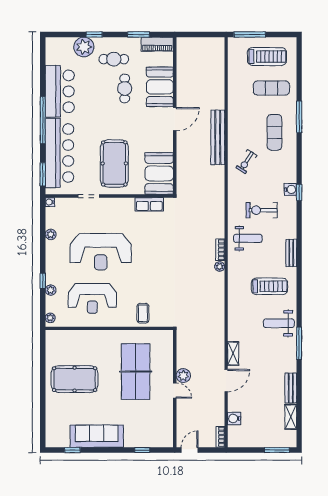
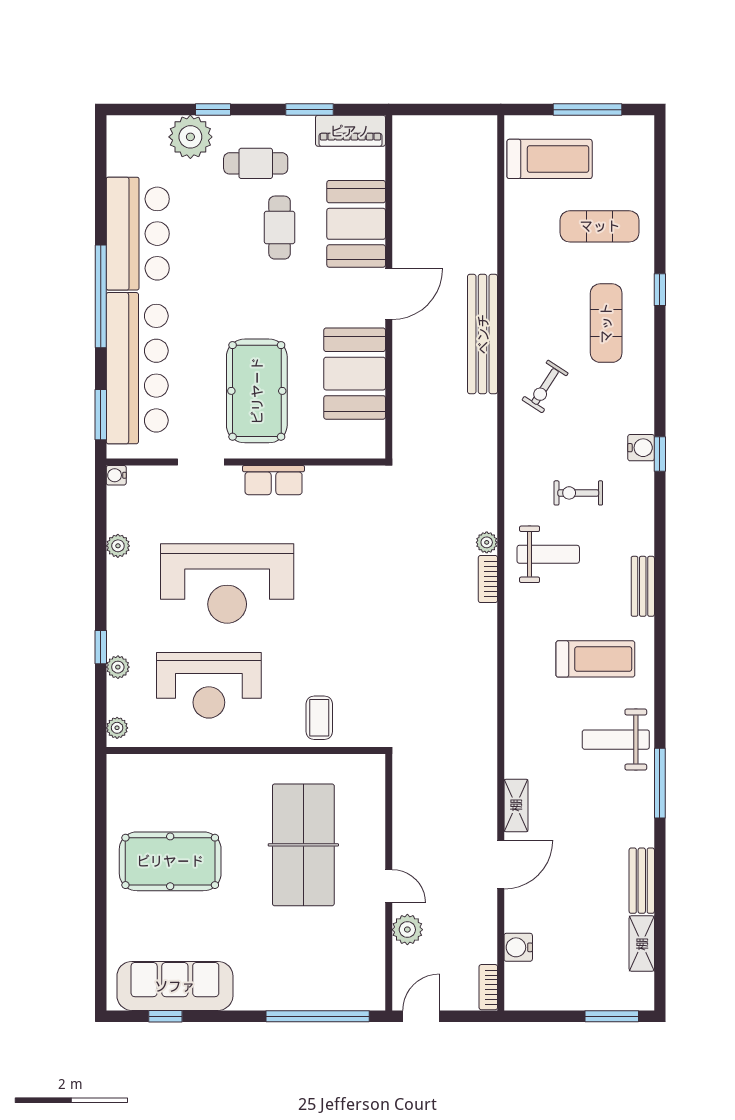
window: (250, 34) -> (587, 110), moved
treadmill: (267, 57) -> (550, 159), moved
window: (299, 117) -> (660, 290), width x0.46
booth: (159, 174) -> (355, 374), moved
row of seats: (149, 204) -> (274, 480), moved
exercise bike: (262, 210) -> (578, 493), width x0.73, depth x0.72
plant: (220, 266) -> (487, 542), moved
plant: (183, 376) -> (407, 930), moved
sofa: (97, 436) -> (175, 986), moved
window: (142, 450) -> (318, 1016), width x3.17

